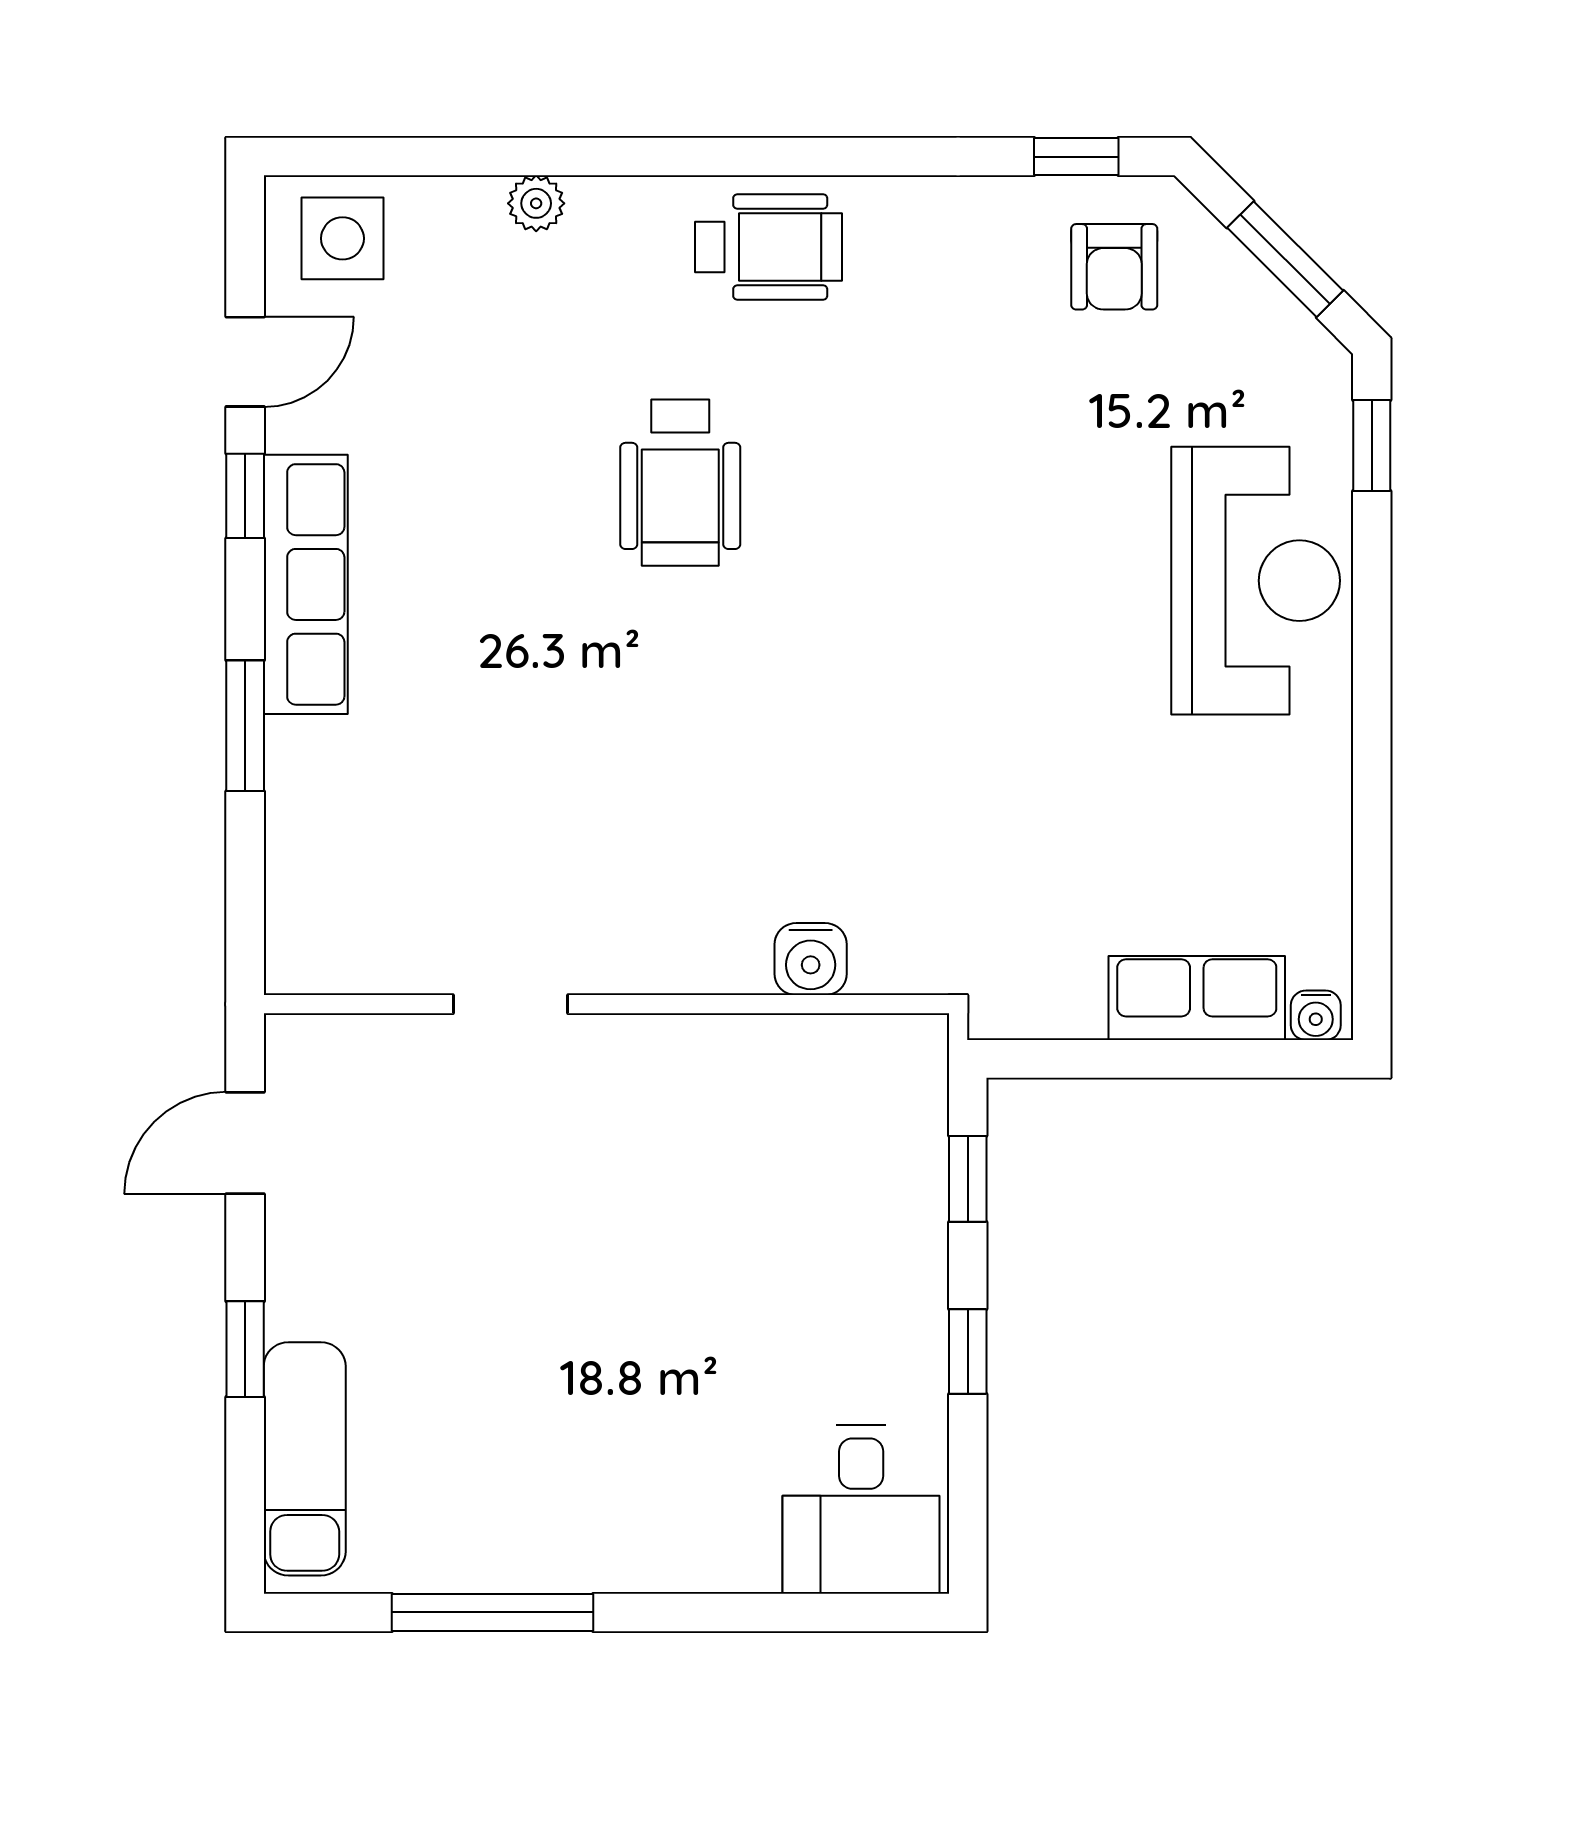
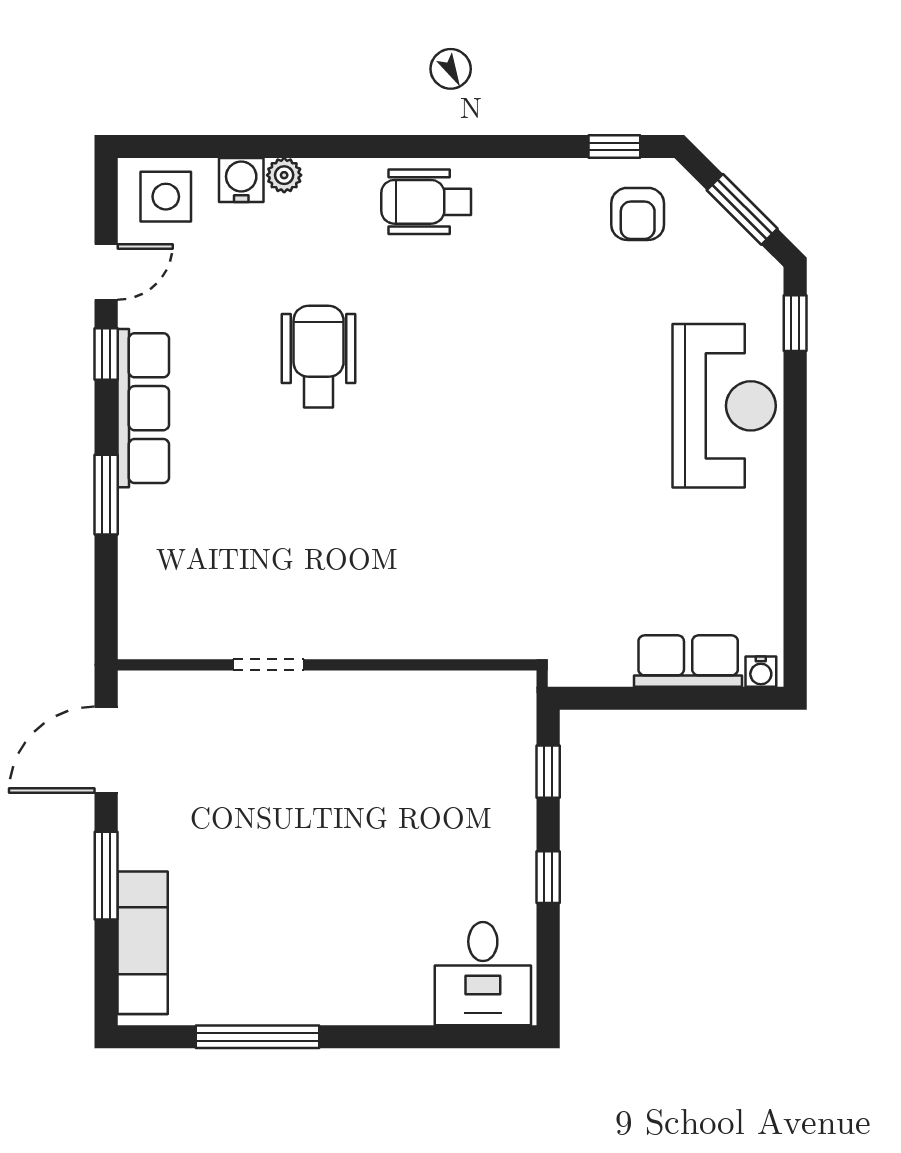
wheelchair: (768, 247) -> (426, 202), turned 180
wheelchair: (680, 483) -> (319, 357), moved, turned 180
water cooler: (811, 959) -> (241, 180), moved, turned 180
door: (245, 1143) -> (106, 750), width x1.38
window: (245, 1349) -> (106, 876), width x1.50

